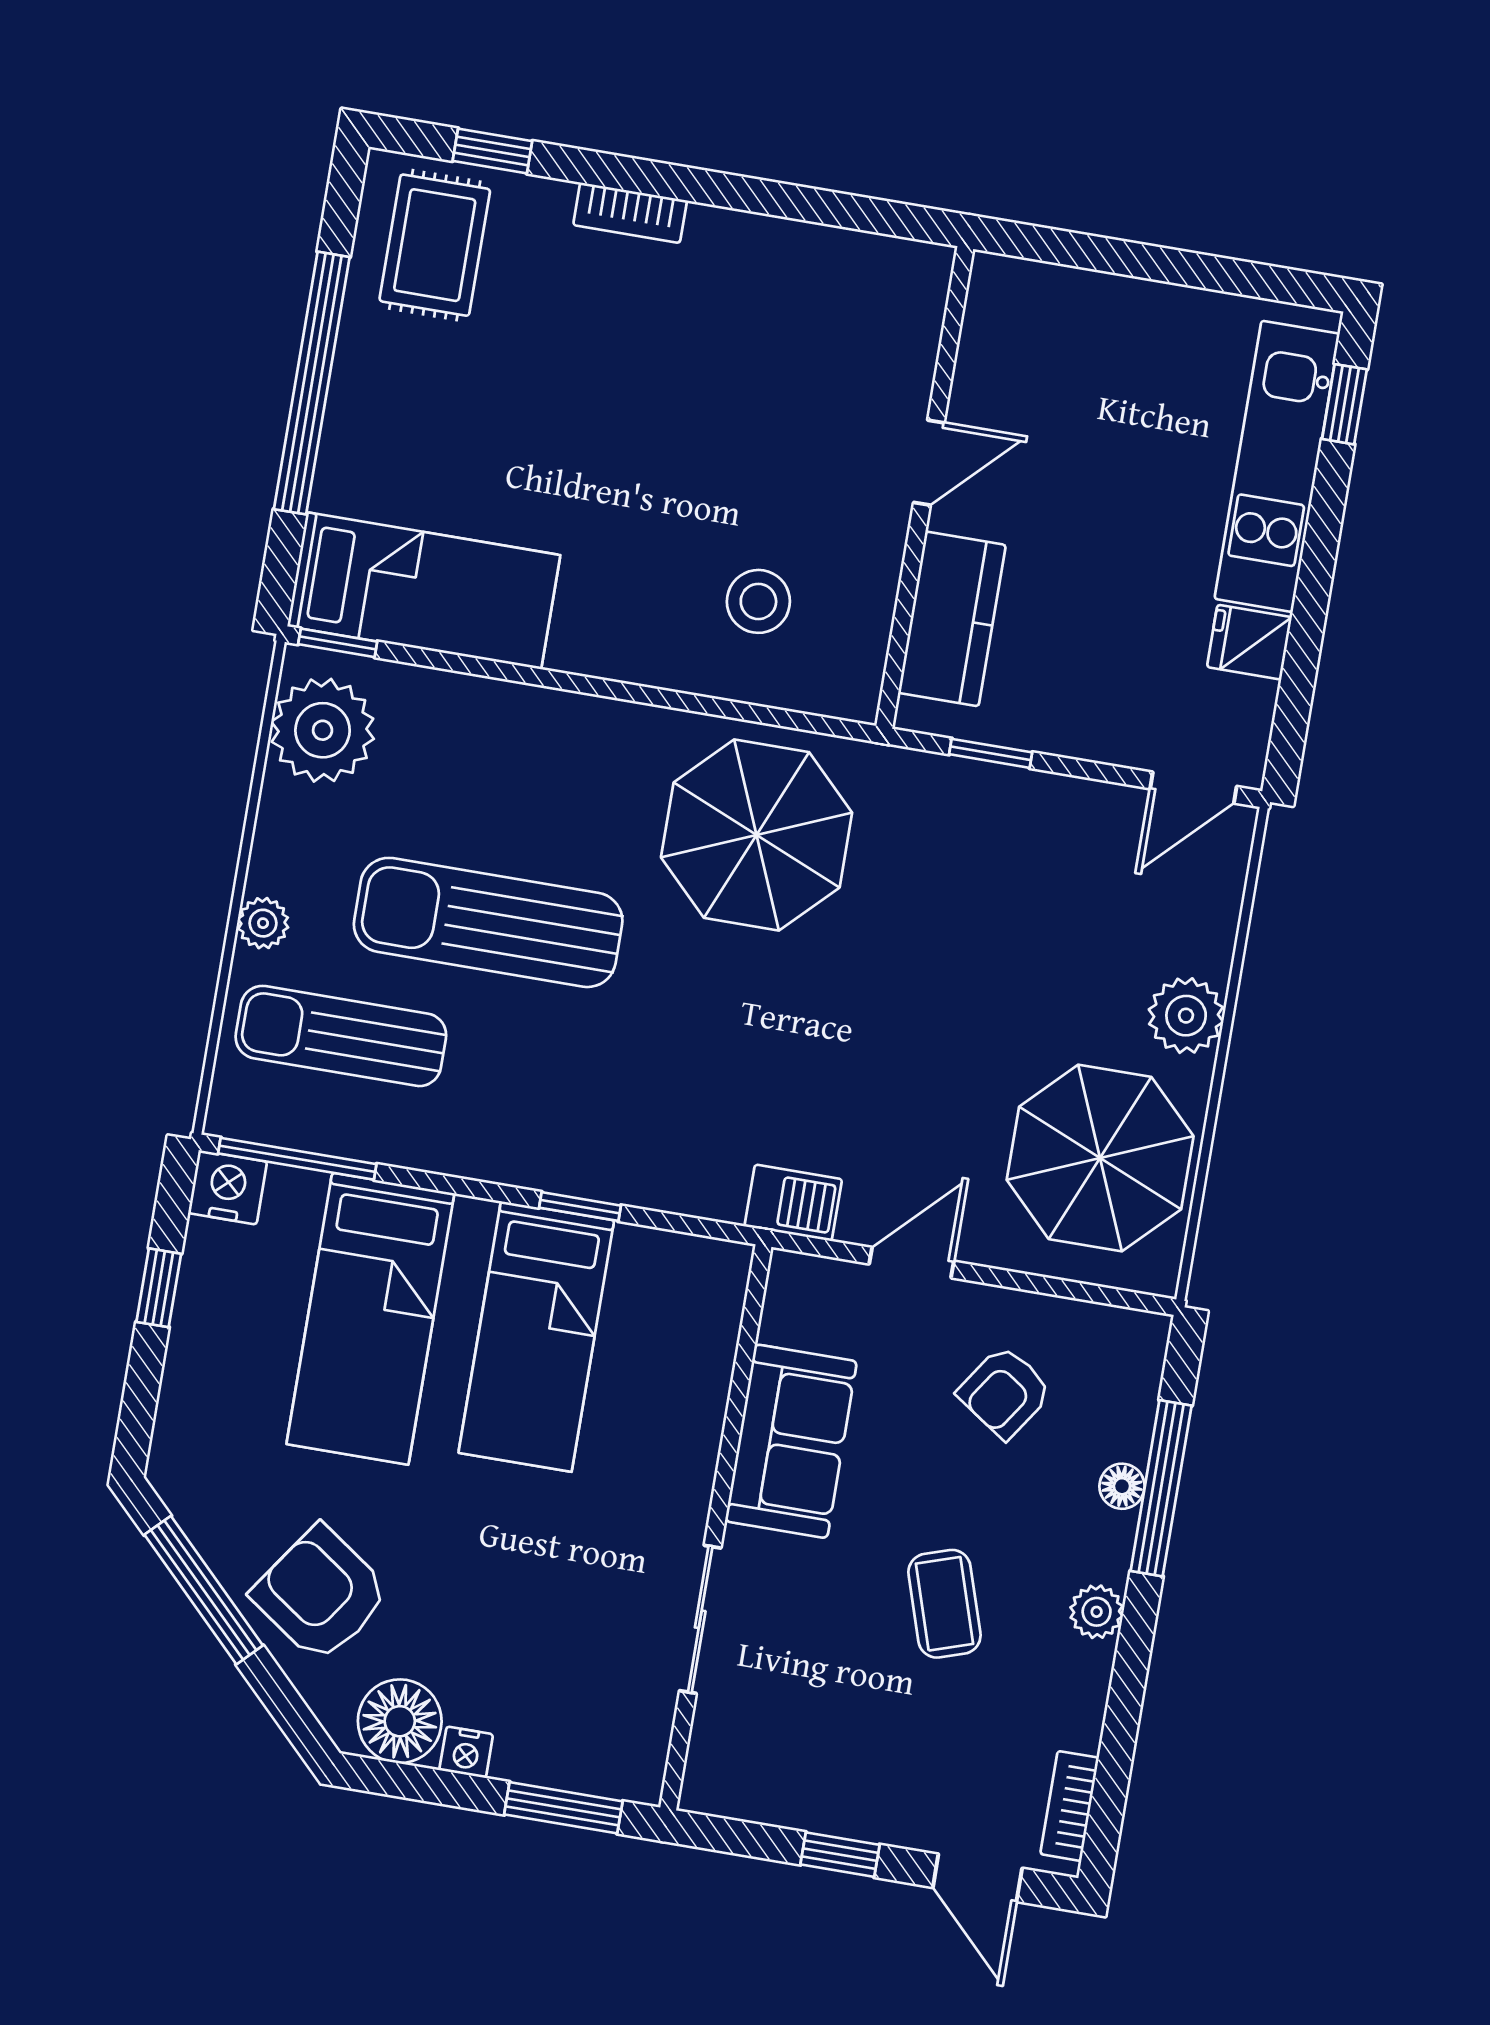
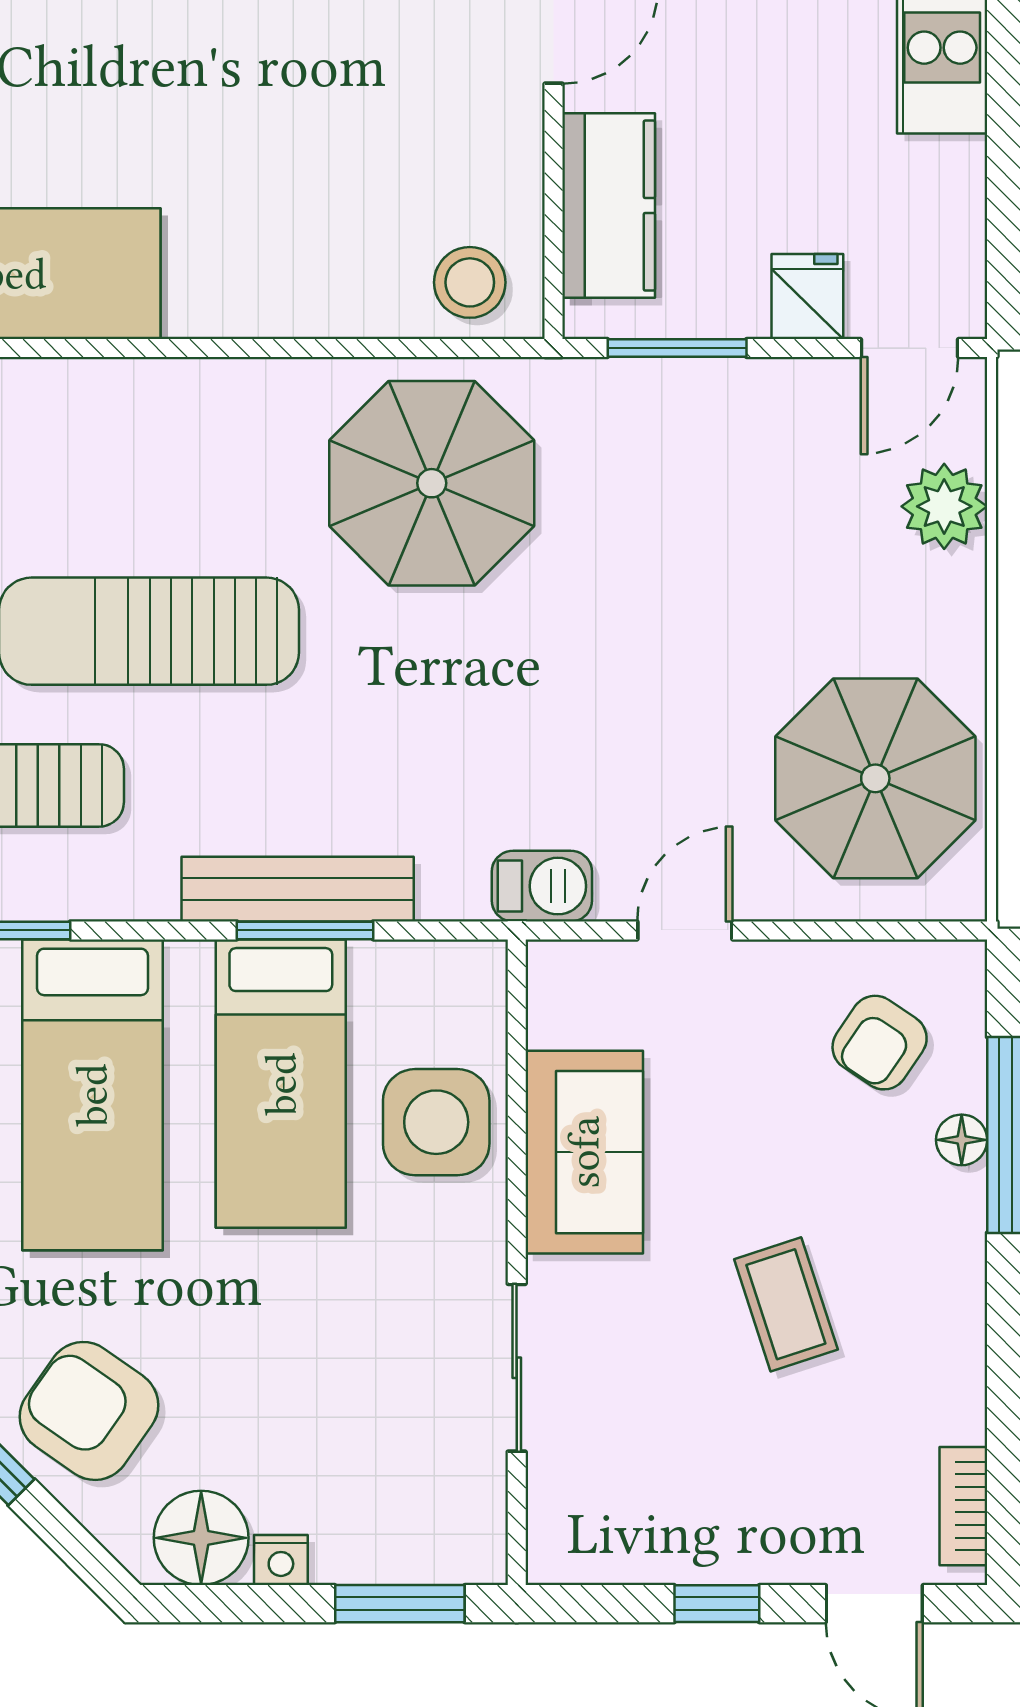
stool: (758, 601) -> (470, 282), moved
fridge: (1249, 642) -> (807, 297), moved, turned 90
window: (991, 753) -> (677, 348), width x1.50
plant: (1186, 1016) -> (944, 506), moved
bench: (580, 1169) -> (298, 889), added
window: (580, 1207) -> (305, 930), width x1.50
armchair: (1005, 1392) -> (880, 1043), moved
side table: (666, 1393) -> (436, 1122), added
plant: (1097, 1612) -> (957, 1285), removed

